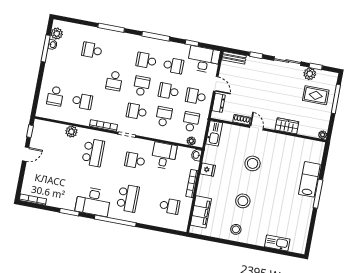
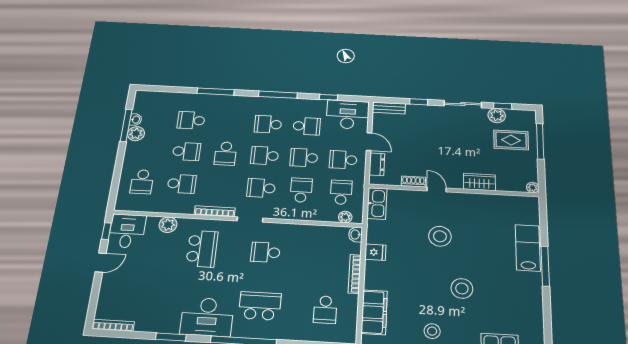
plant: (57, 34) -> (136, 134), moved
school desk: (87, 76) -> (186, 152), added
school desk: (141, 86) -> (265, 156), turned -90
desk: (164, 156) -> (127, 231), moved
school desk: (128, 198) -> (260, 306), turned -90
stool: (243, 201) -> (462, 288), moved
school desk: (170, 206) -> (325, 310), turned 90

